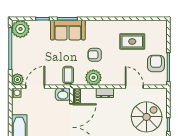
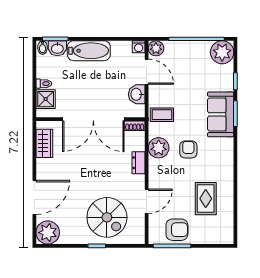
washbasin: (63, 94) -> (137, 94), moved

